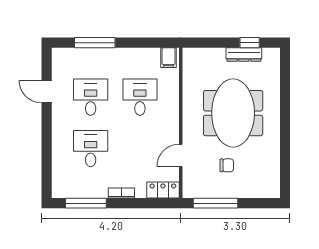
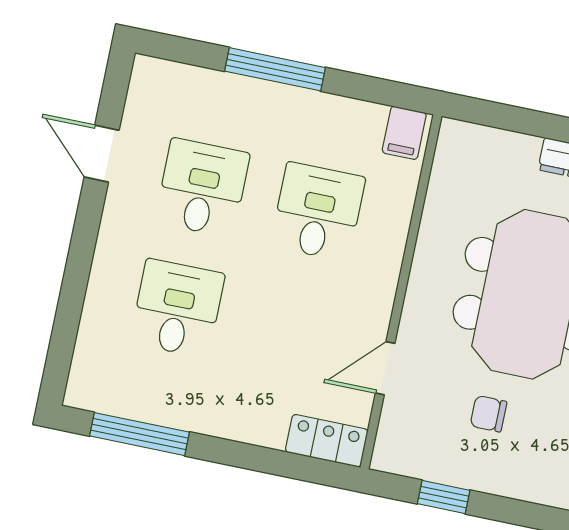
window: (95, 43) -> (275, 69), moved
chair: (227, 165) -> (488, 414), turned 180
bookcase: (121, 193) -> (228, 428), removed
window: (215, 203) -> (444, 497), width x0.46

